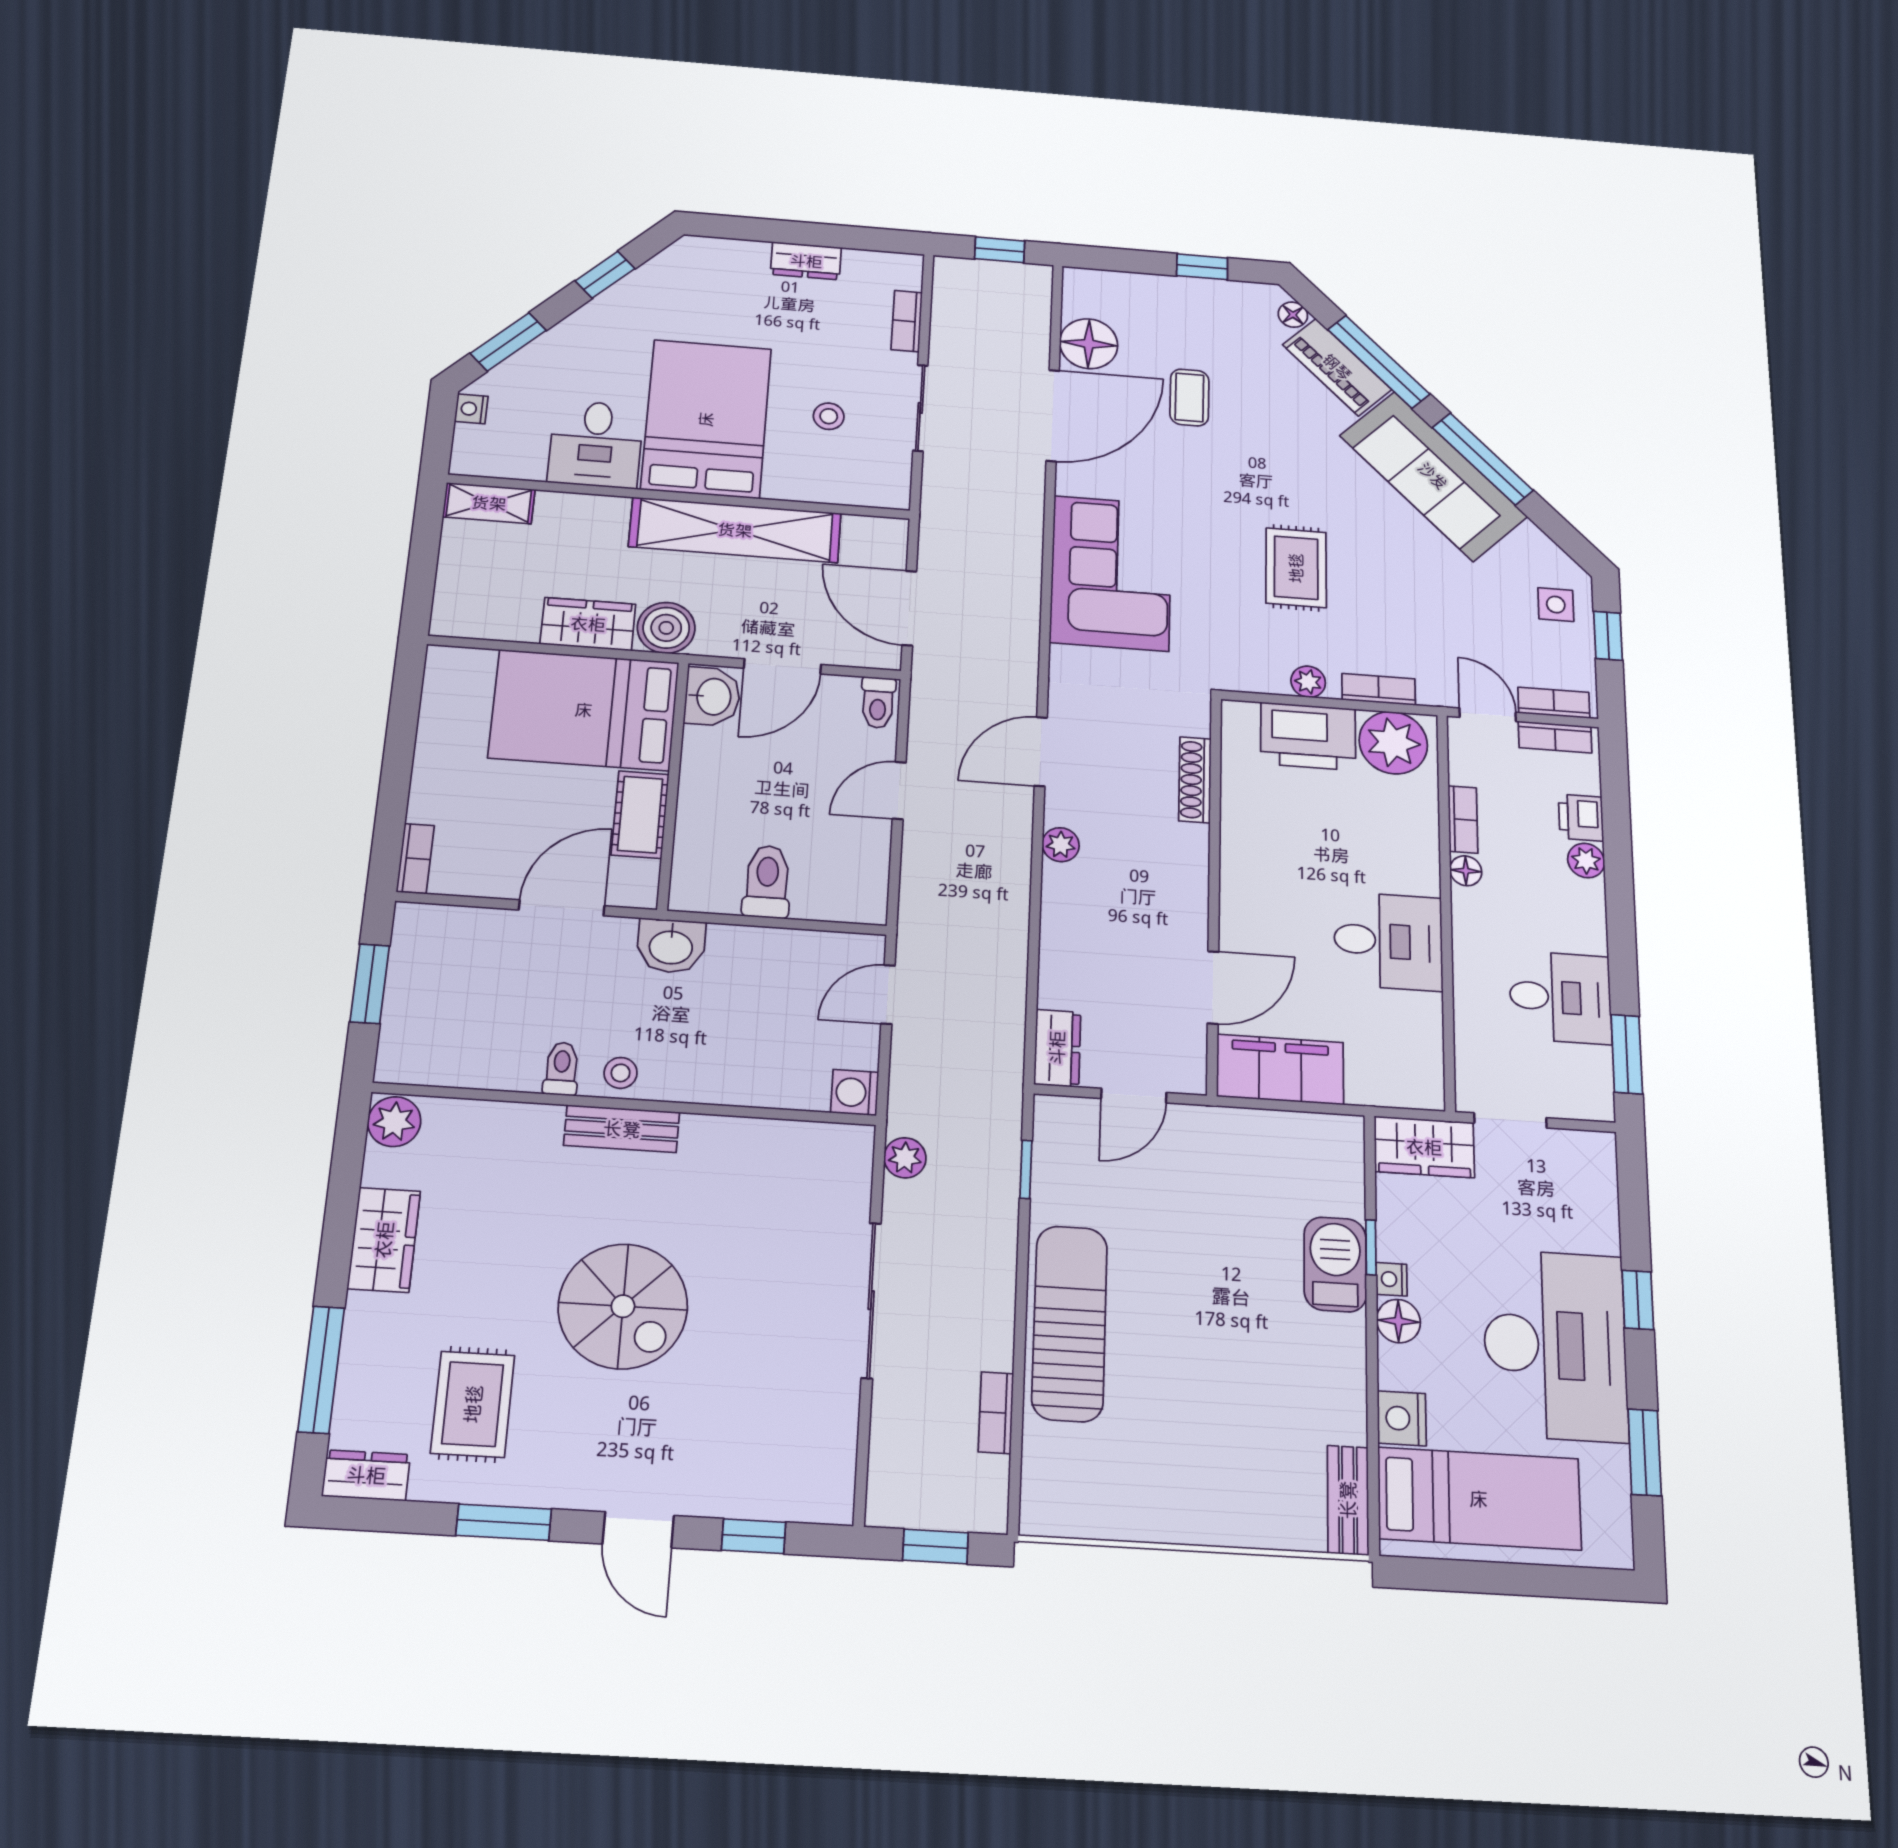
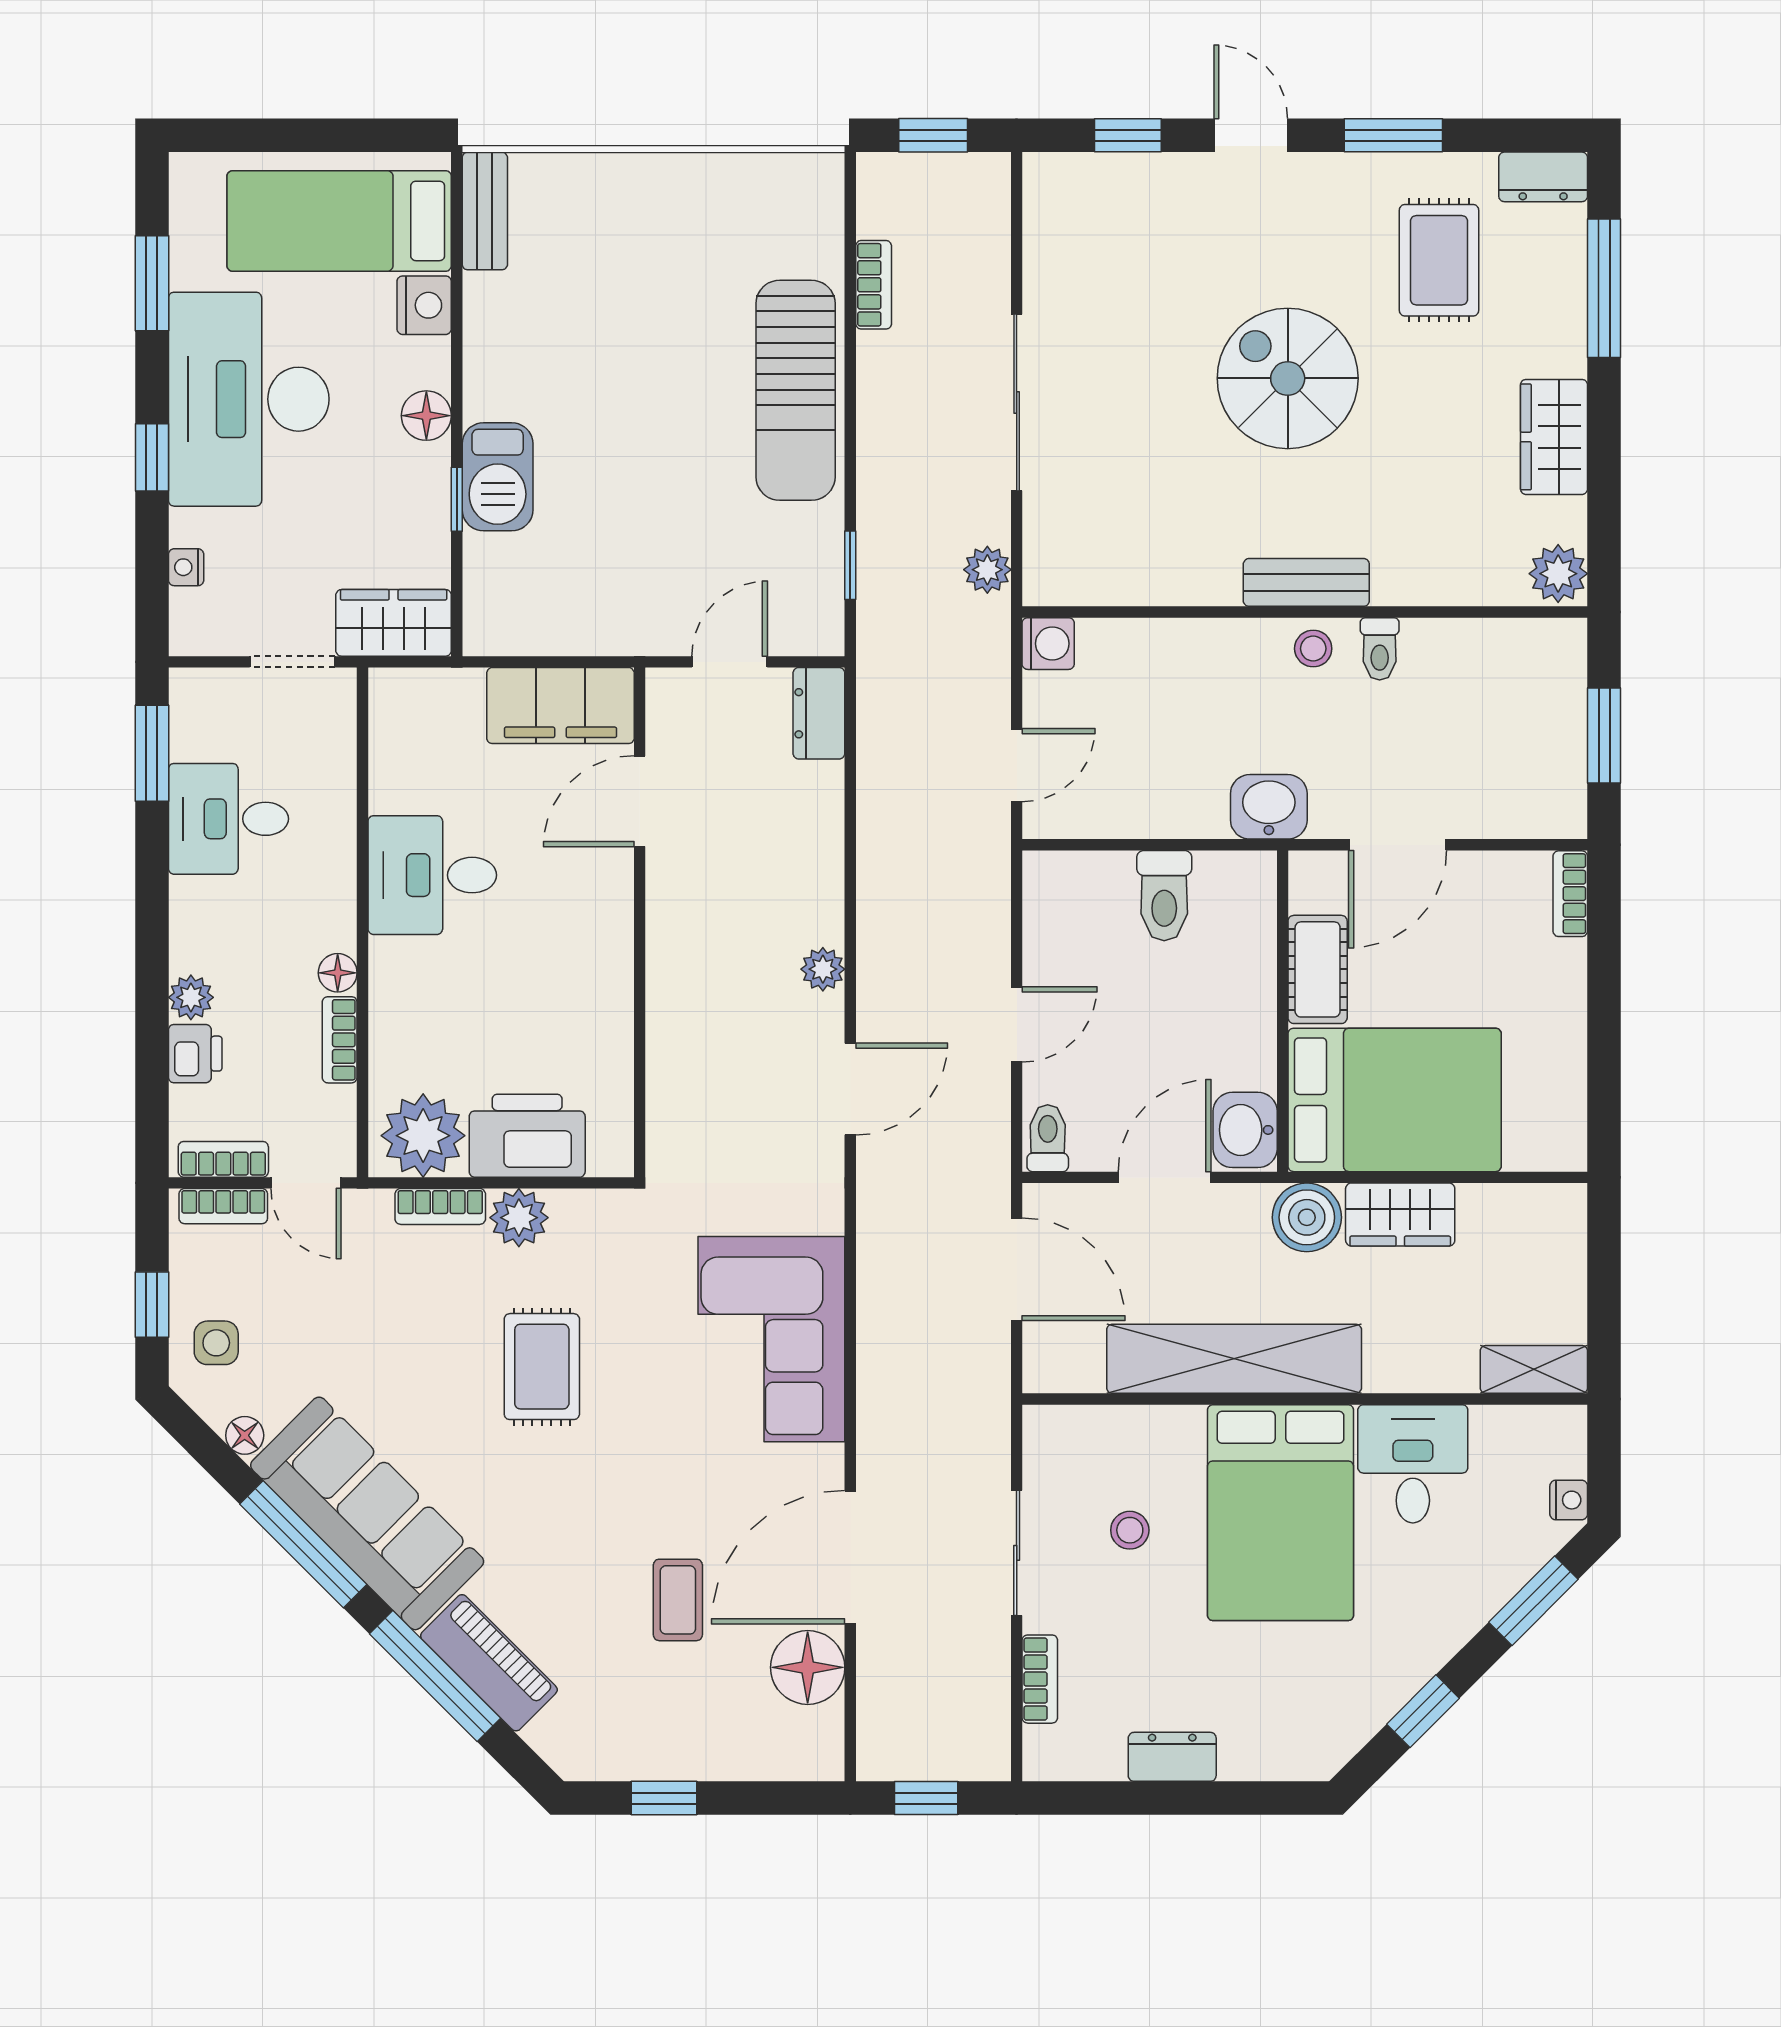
floor lamp: (1293, 315) -> (245, 1435), moved
plant: (1308, 682) -> (519, 1218), width x1.38, depth x1.38
shoe rack: (1195, 780) -> (664, 1067), removed
nightstand: (1391, 1279) -> (186, 567), moved, turned 180

